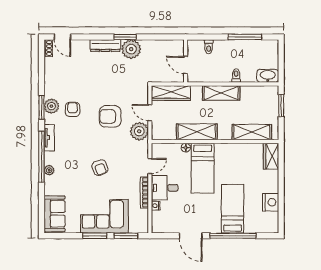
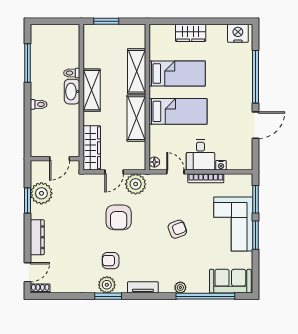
dresser: (105, 46) -> (37, 237), moved
wall: (186, 61) -> (55, 159), moved
door: (186, 65) -> (60, 159), moved
washbasin: (268, 76) -> (72, 92), moved
shelving: (252, 132) -> (137, 71), moved
floor lamp: (186, 148) -> (154, 162), moved
wardrobe: (271, 156) -> (191, 33), moved
window: (42, 157) -> (205, 296), moved
nightstand: (271, 202) -> (238, 33), moved
bed: (233, 209) -> (177, 74), moved, turned 180

